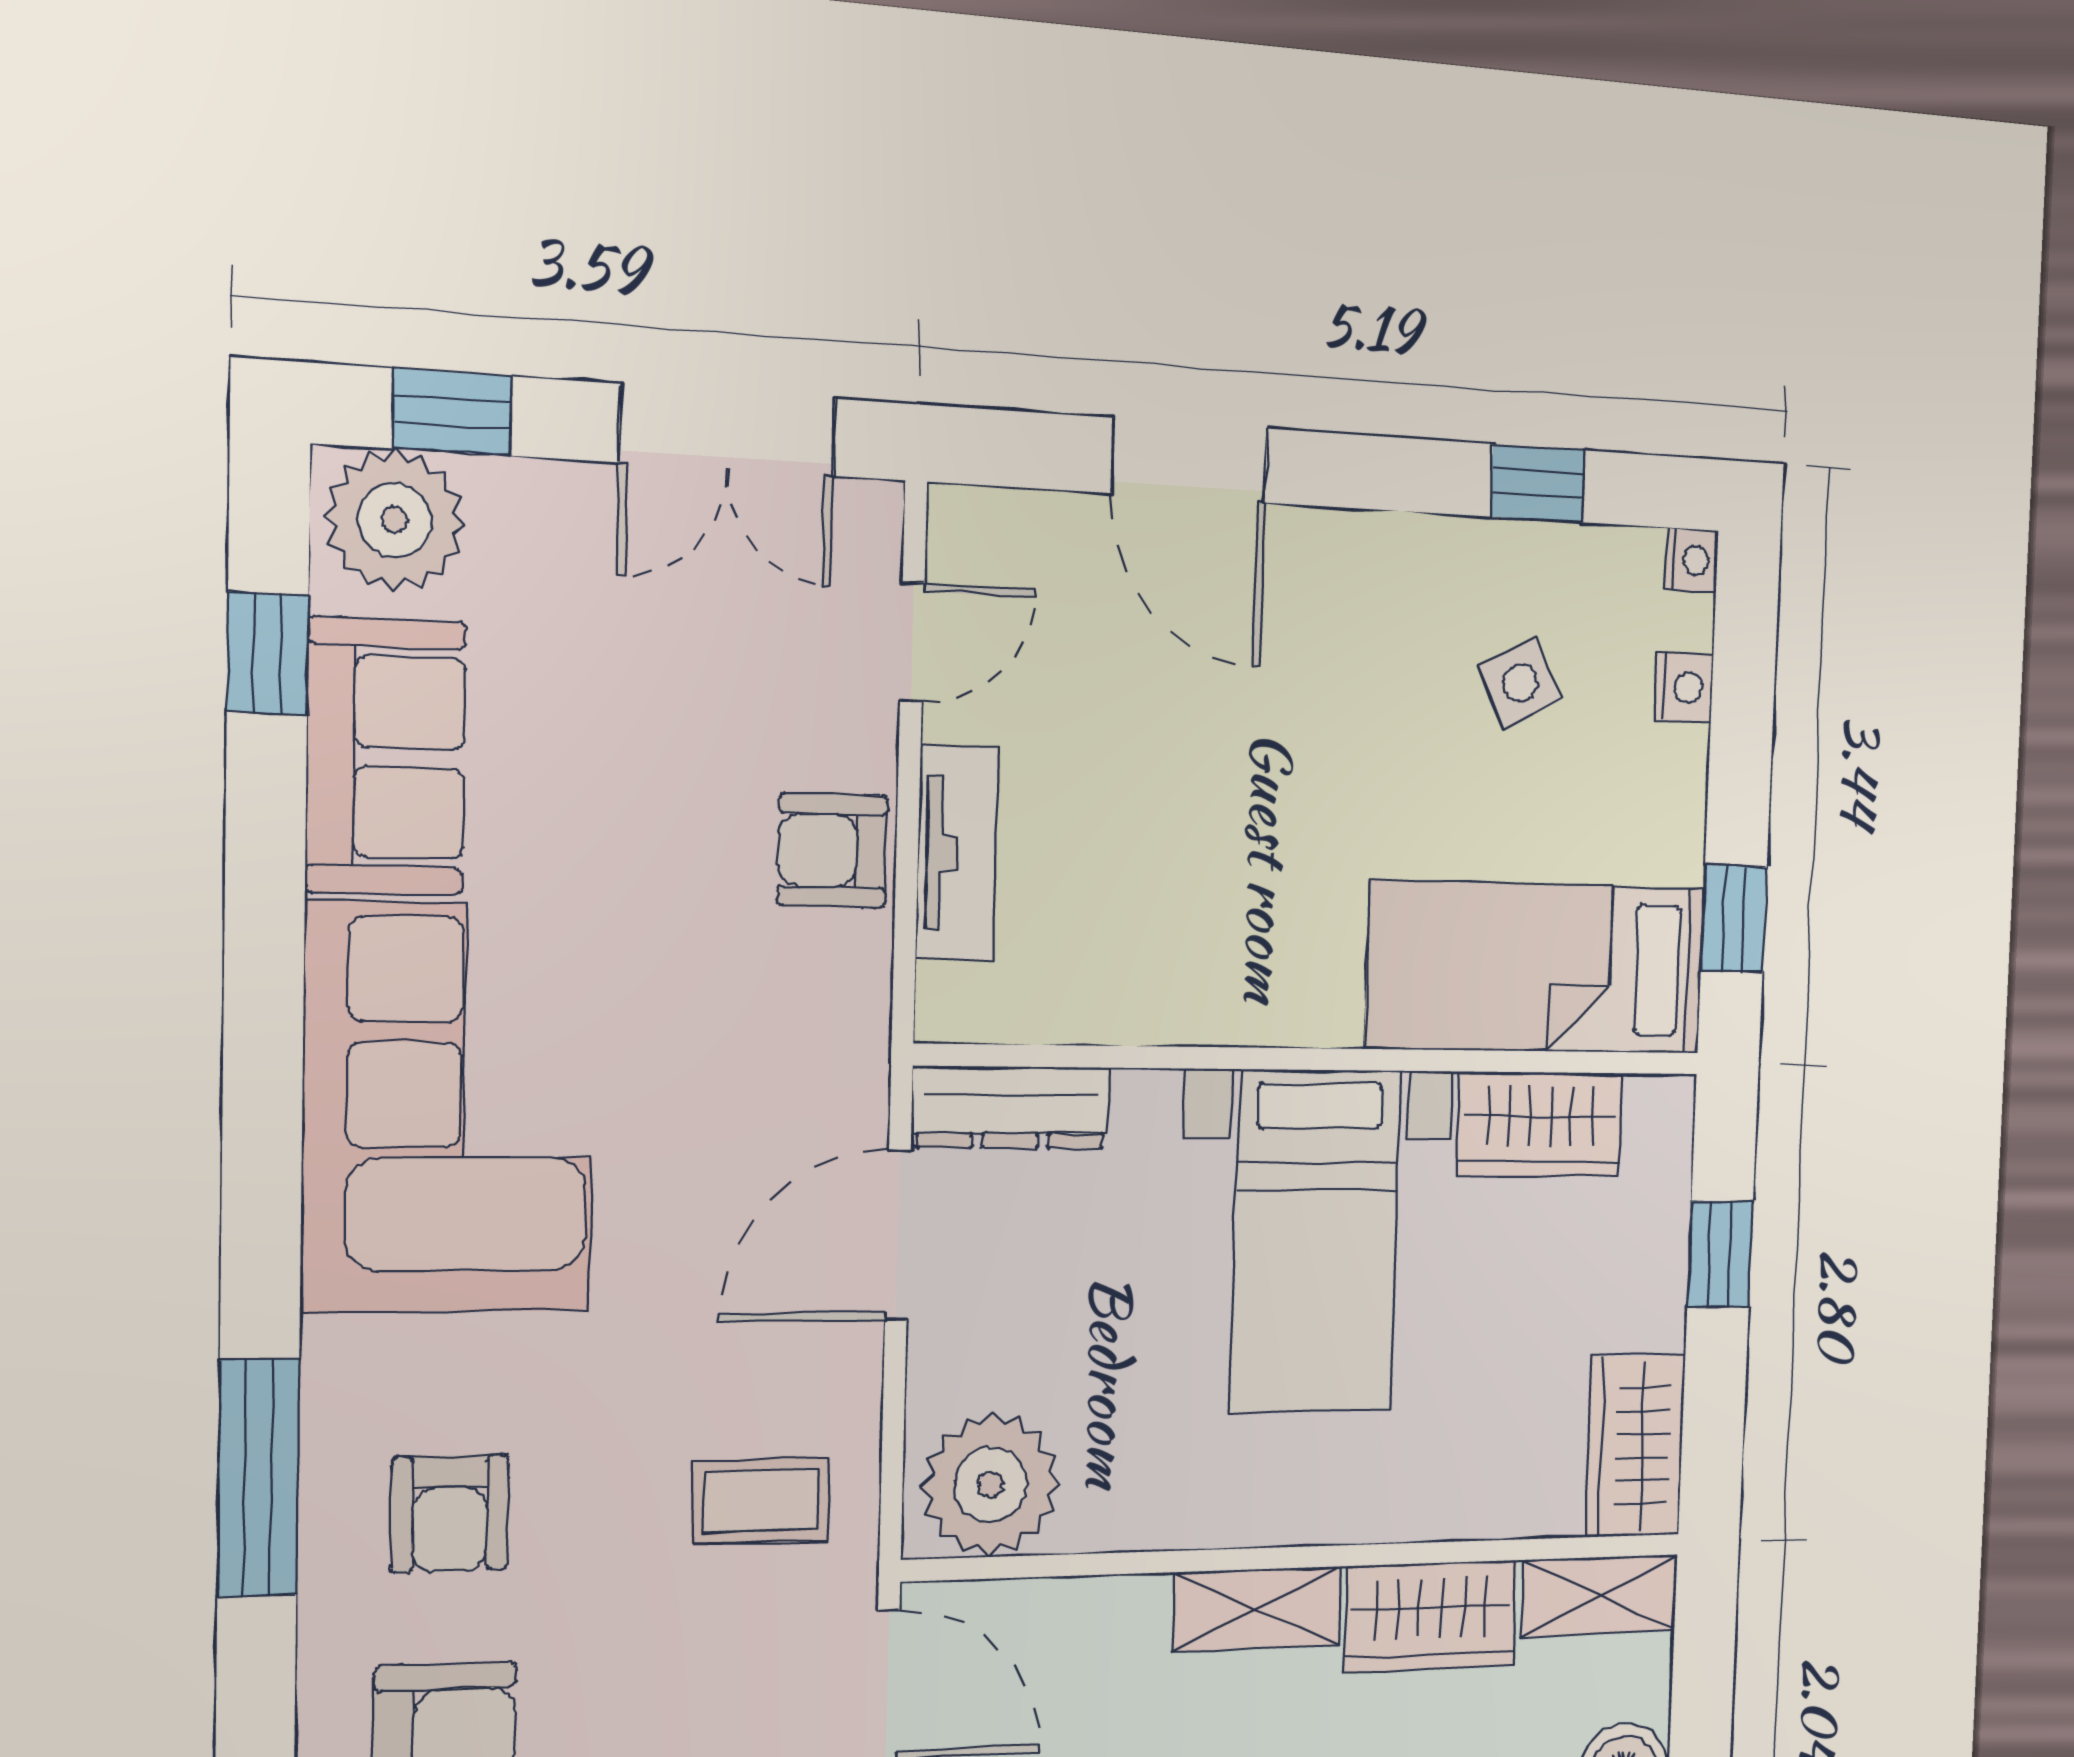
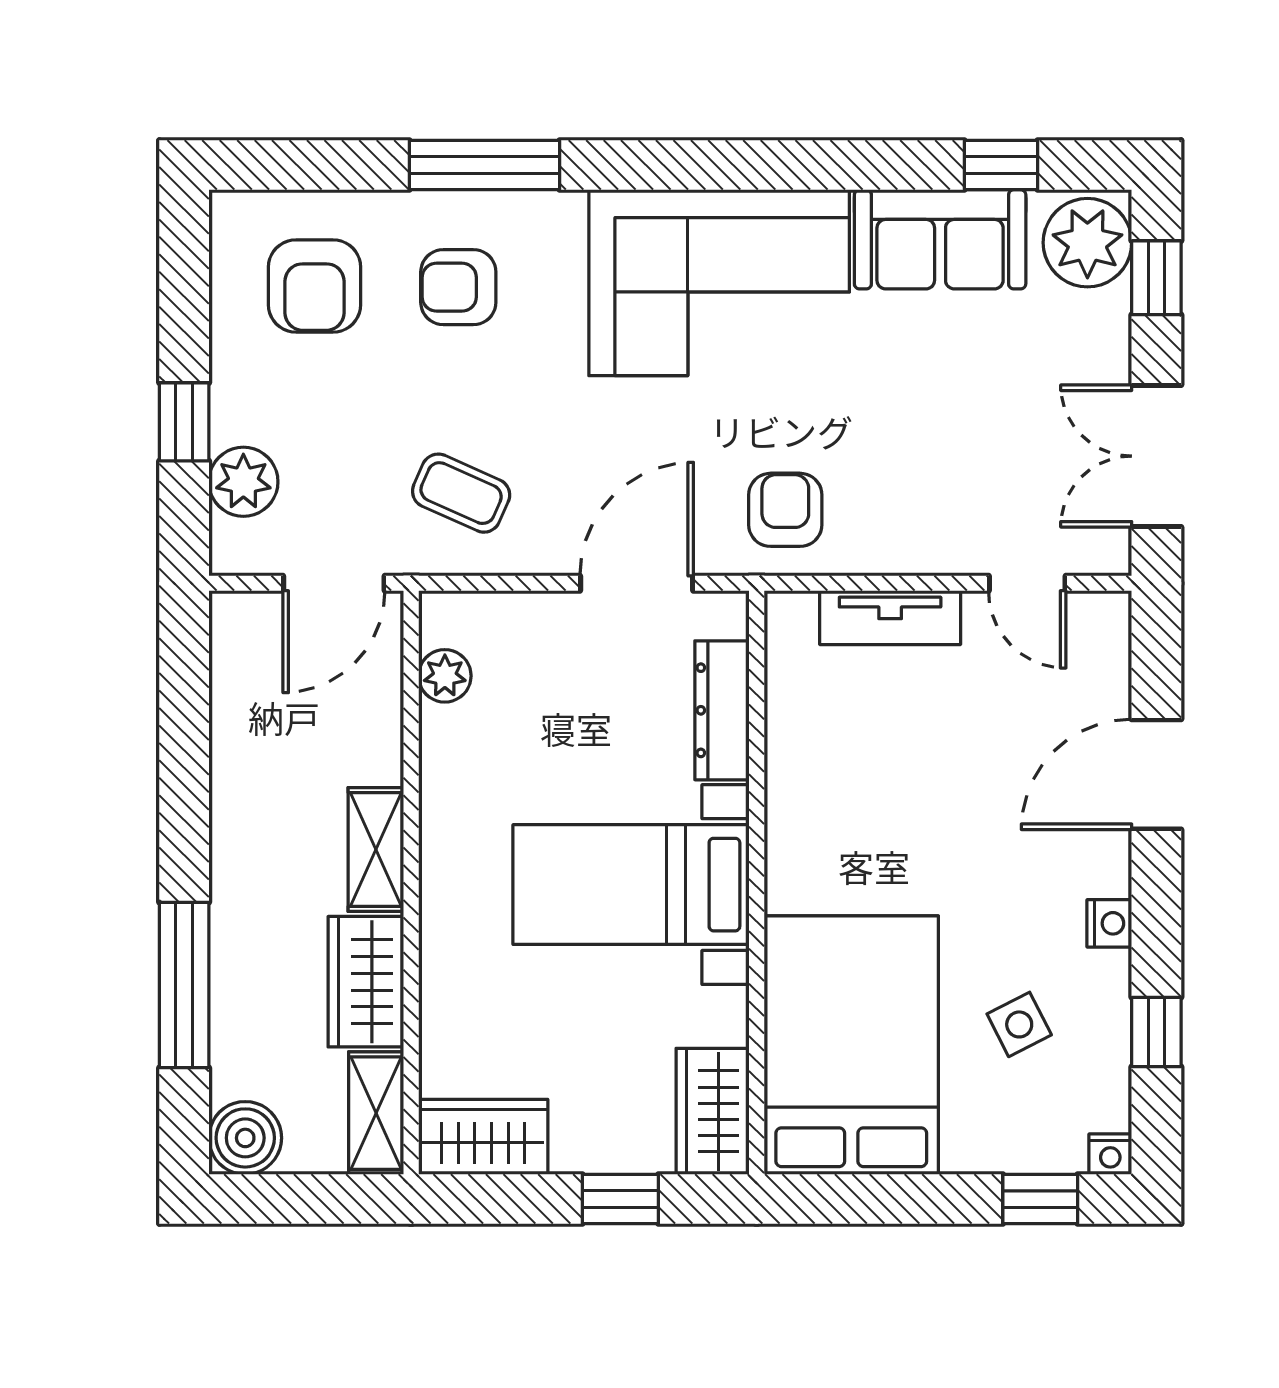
nightstand: (1684, 688) -> (1109, 923), moved, turned -90
armchair: (833, 851) -> (785, 510), moved
window: (1734, 919) -> (1040, 1199), moved
bed: (1536, 968) -> (851, 1045), width x1.50
dresser: (1011, 1107) -> (722, 710), moved
wardrobe: (1540, 1124) -> (713, 1111), moved
door: (898, 1235) -> (637, 583), hinge flipped
plant: (991, 1485) -> (445, 676), width x0.53, depth x0.53
coffee table: (761, 1501) -> (461, 493), turned -66

